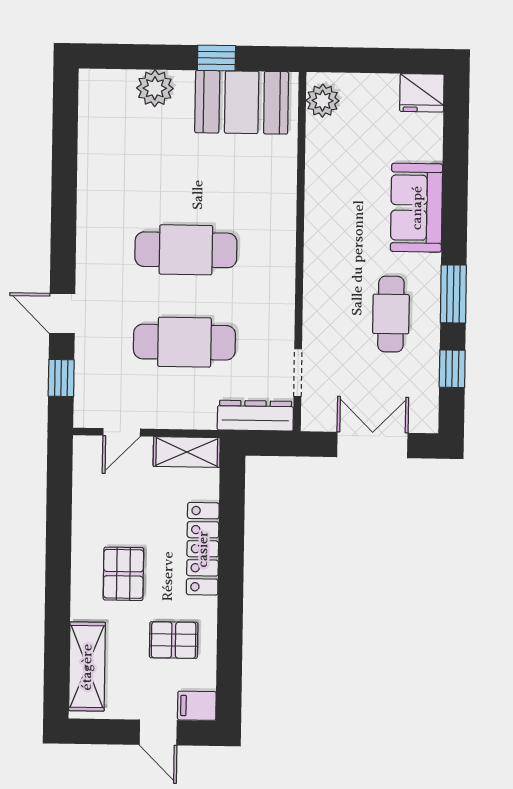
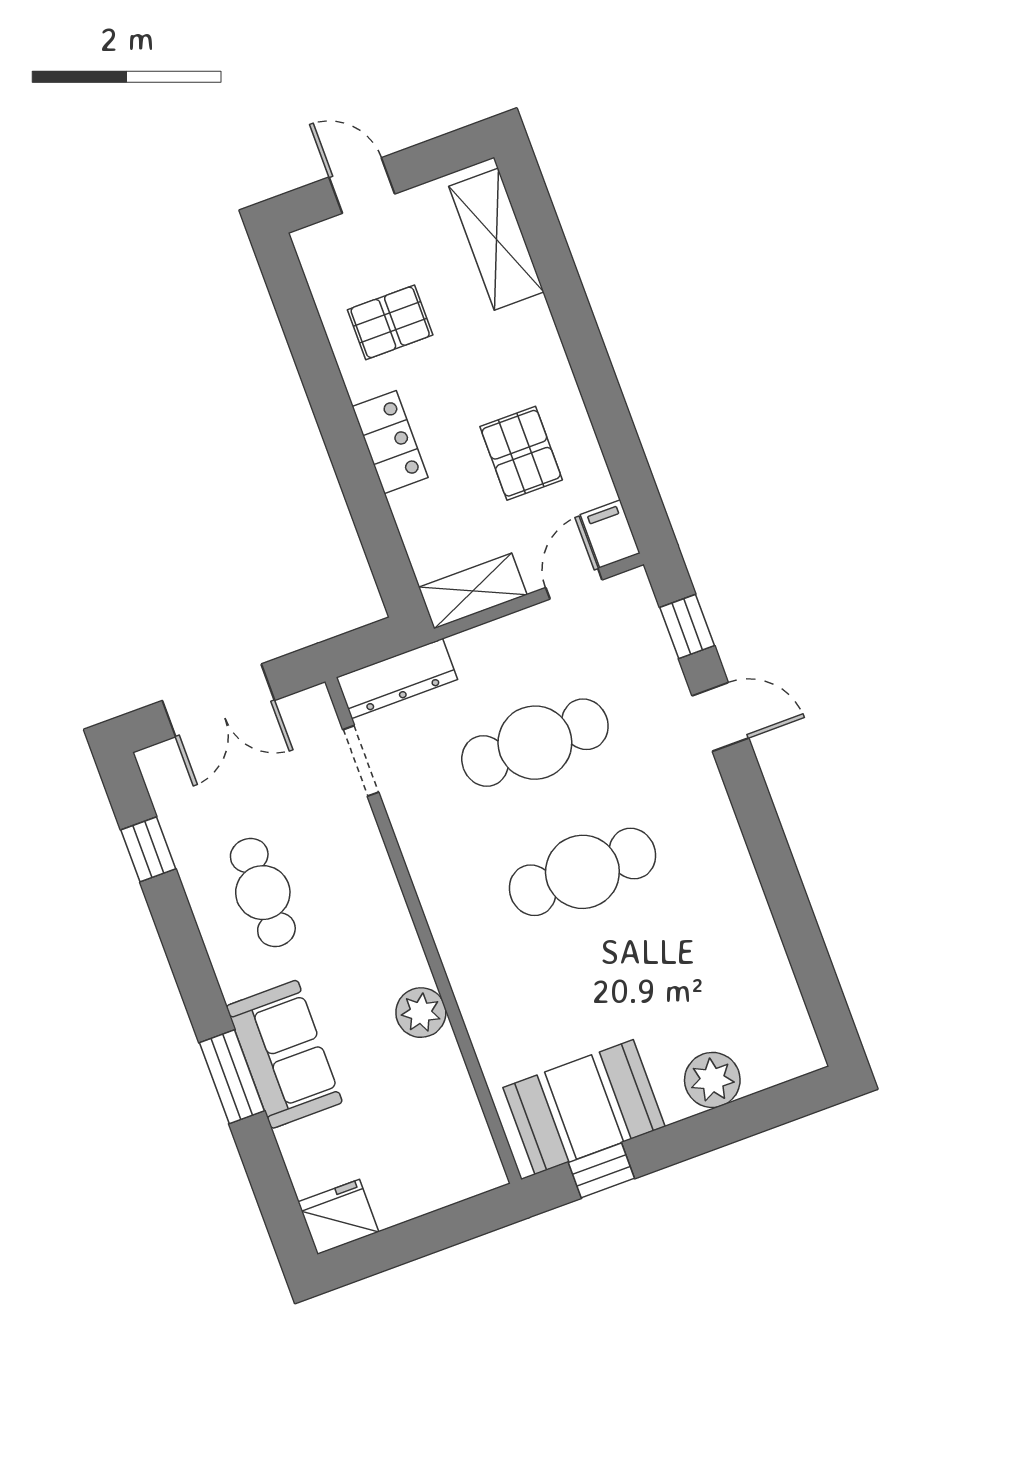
window: (216, 58) -> (601, 1170), moved
plant: (323, 101) -> (421, 1013), moved
window: (453, 294) -> (232, 1077), moved
locker: (203, 549) -> (390, 442), width x0.66
pallet: (123, 574) -> (521, 453), moved
filing cabinet: (197, 706) -> (610, 534), moved, turned -90

